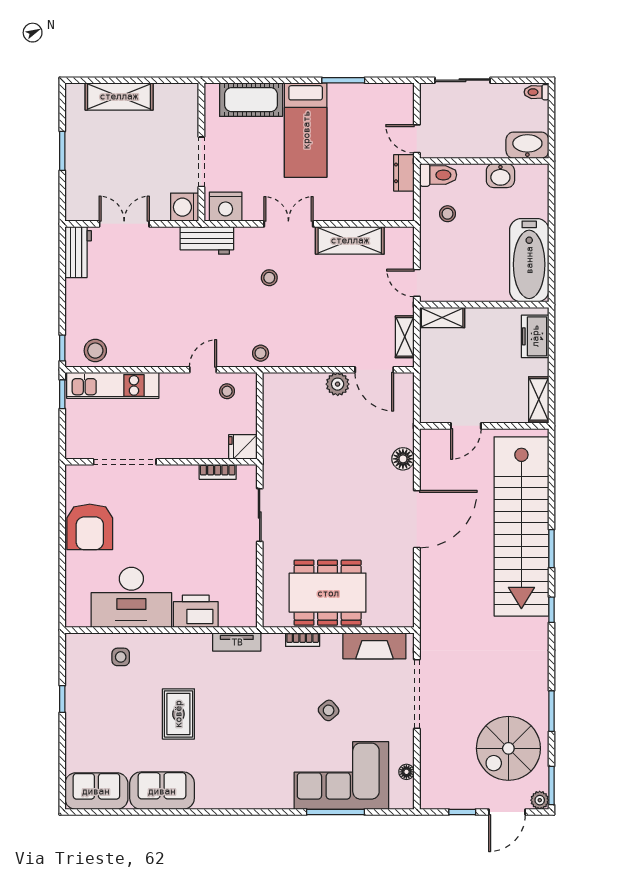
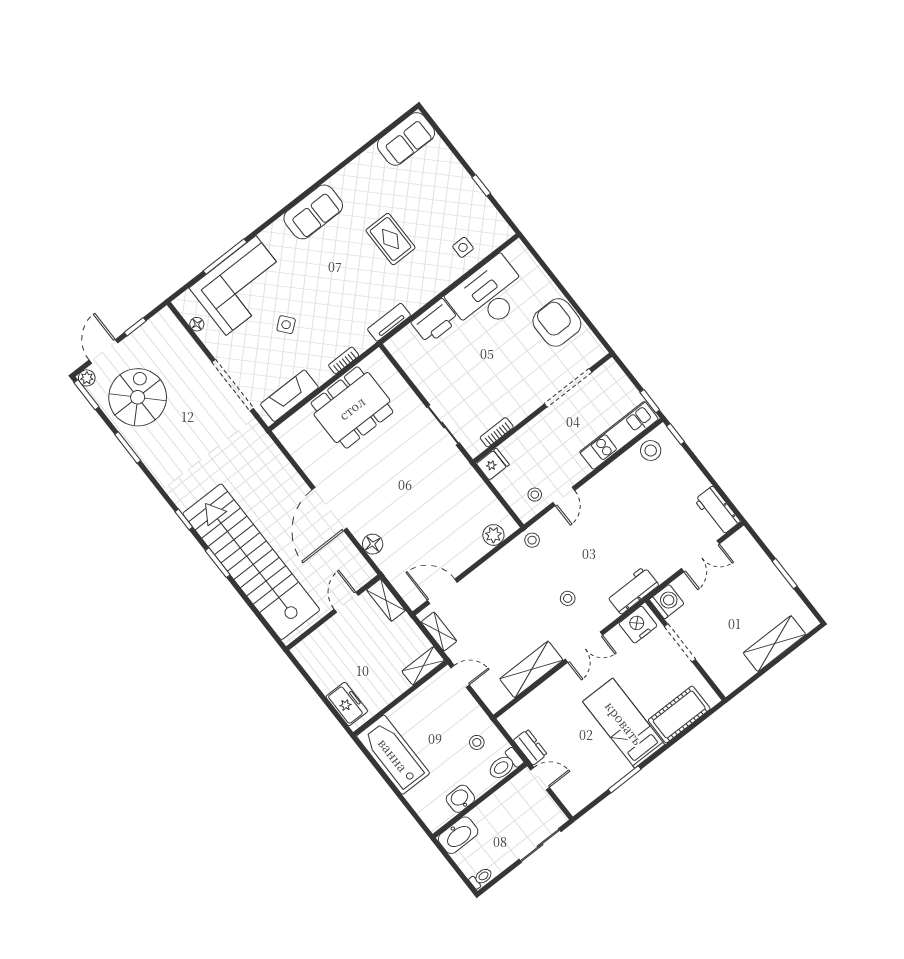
plant: (338, 384) -> (493, 535), moved
shelving: (539, 399) -> (386, 600), moved
sofa: (162, 791) -> (313, 212), moved

